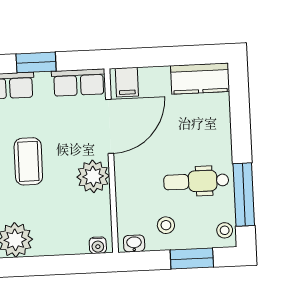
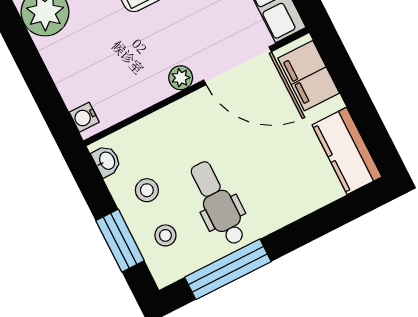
filing cabinet: (127, 82) -> (309, 76), width x2.00
plant: (93, 176) -> (181, 78), width x0.53, depth x0.53
stool: (225, 230) -> (165, 235), moved

